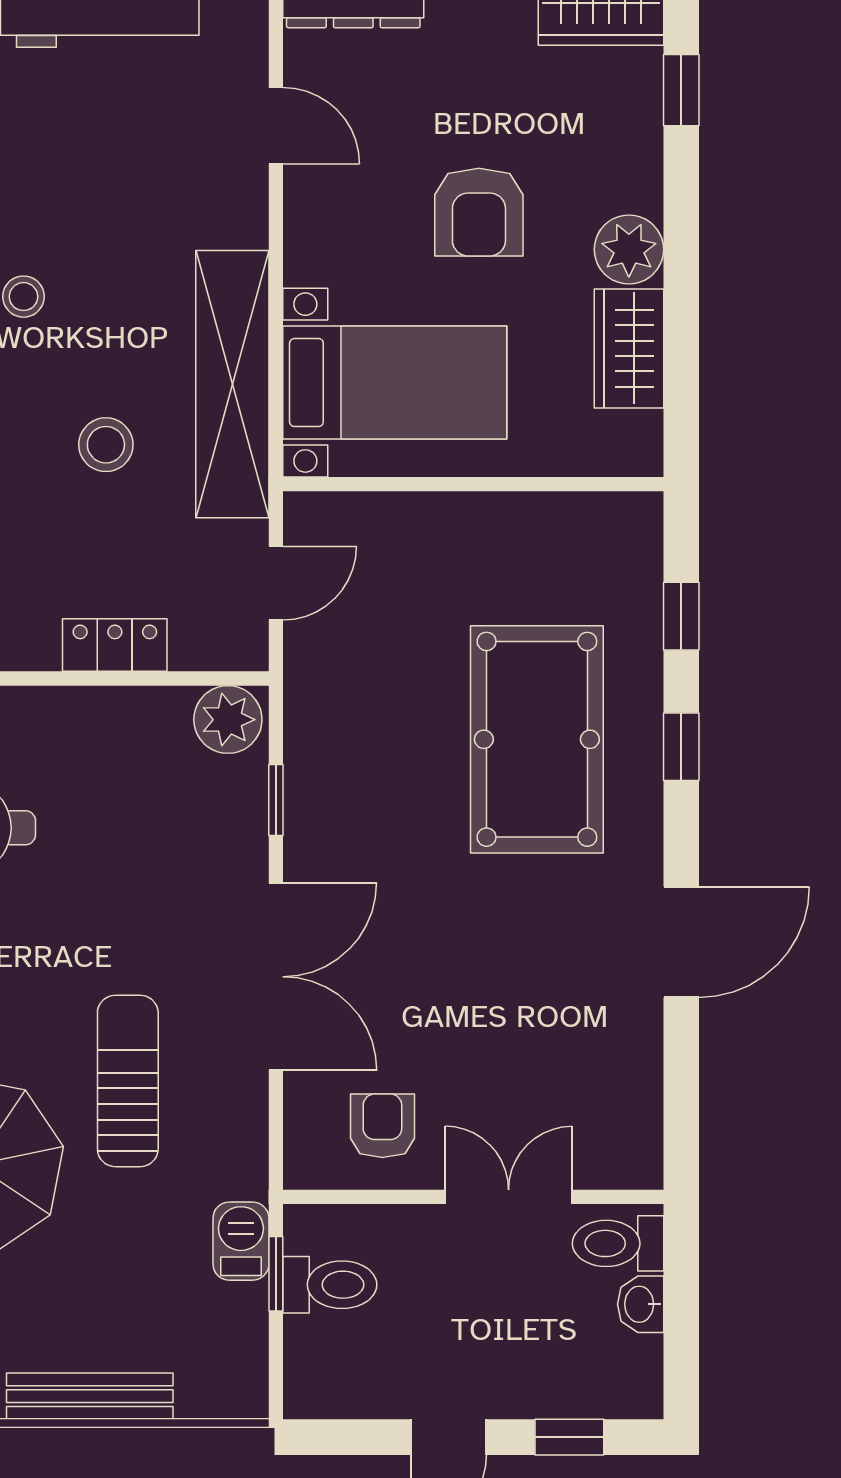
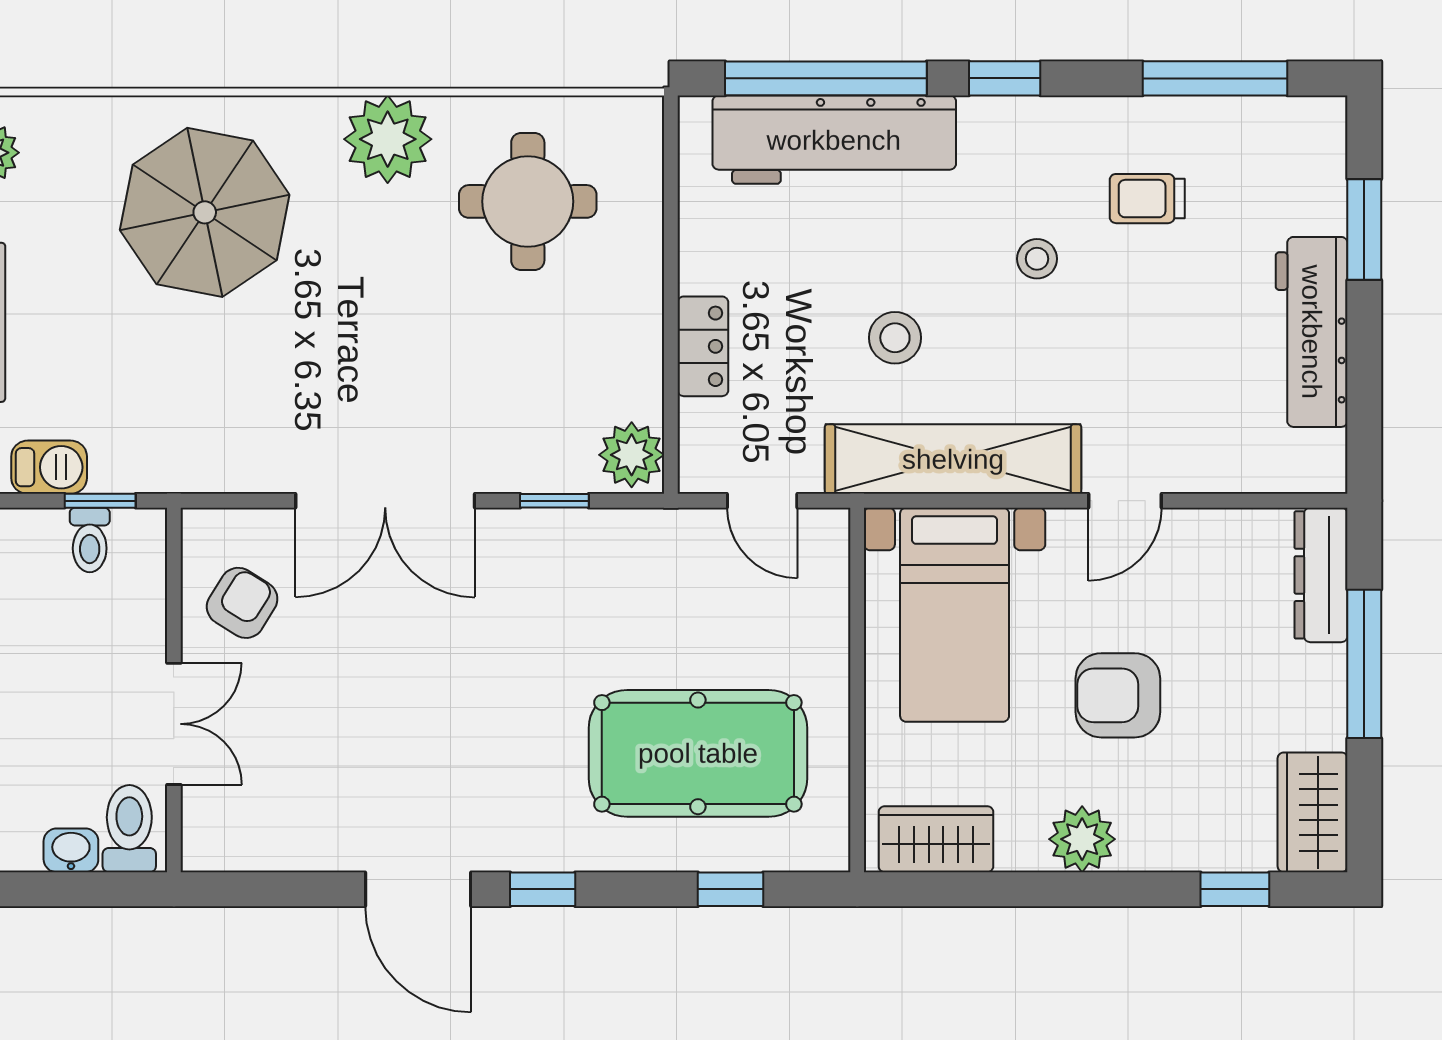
door: (276, 126) -> (1125, 501), moved
wardrobe: (629, 348) -> (936, 839), moved
pool table: (537, 739) -> (698, 753), moved
window: (681, 747) -> (543, 889), moved
sun lounger: (128, 1081) -> (285, 359), removed
armchair: (382, 1126) -> (242, 603), turned -58
barbecue: (241, 1241) -> (49, 467), moved
toilet: (330, 1285) -> (90, 540), width x0.73, depth x0.72

